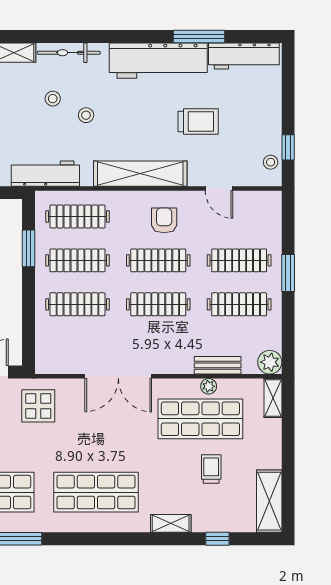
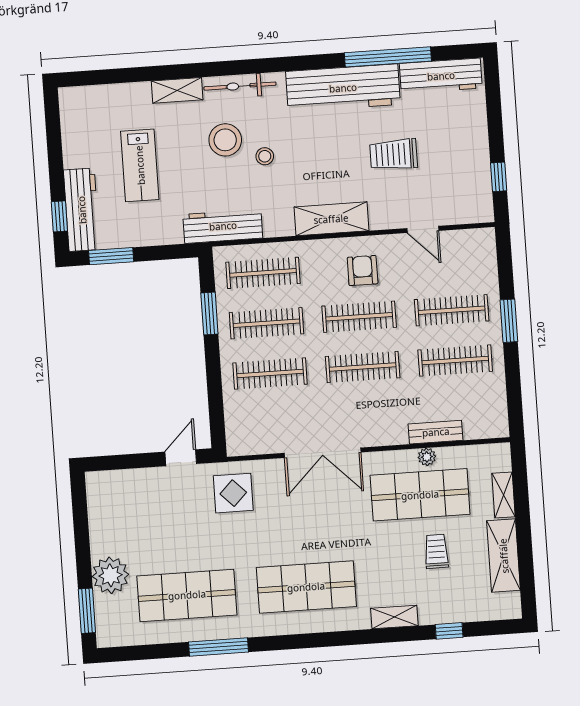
window: (199, 36) -> (388, 57), width x1.46
stool: (53, 99) -> (225, 140), width x1.89, depth x1.89
trolley: (198, 121) -> (394, 154), turned 180
stool: (271, 162) -> (480, 195), removed
shelving: (140, 174) -> (331, 219), width x0.68
plant: (270, 362) -> (495, 424), removed
shelving: (273, 398) -> (504, 495), moved
shelving: (269, 501) -> (504, 556), moved

